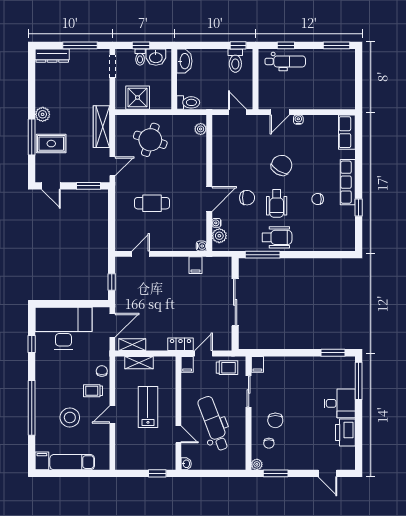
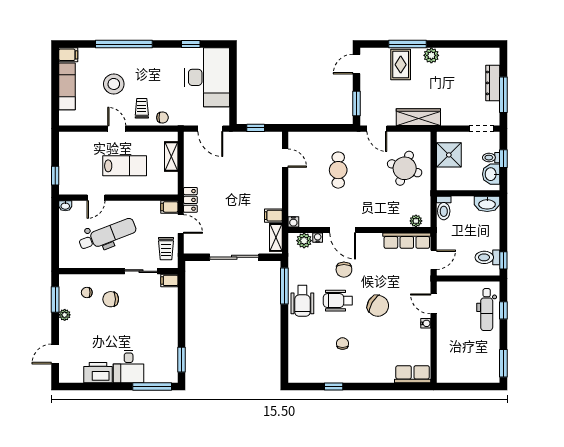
dresser: (52, 56) -> (493, 83), moved
row of seats: (348, 182) -> (407, 241), moved, turned 180
shelving: (132, 345) -> (276, 237), moved
plant: (257, 464) -> (65, 315), moved

